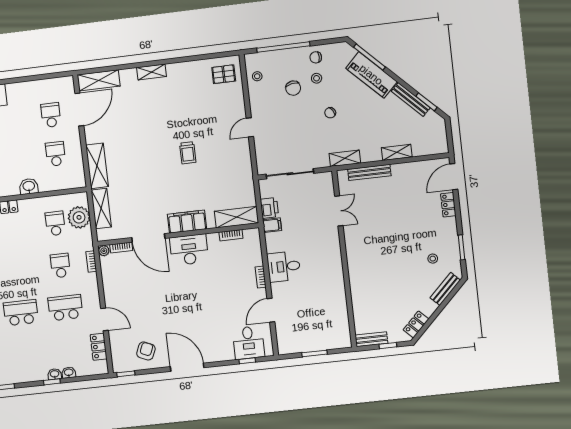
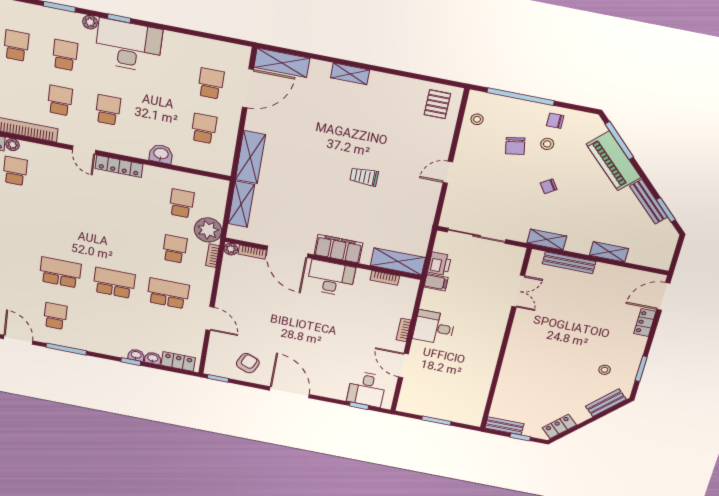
pallet: (224, 74) -> (437, 104), turned 90
trolley: (188, 153) -> (364, 177), turned 90
plant: (79, 217) -> (208, 230), moved
door: (271, 310) -> (403, 366), hinge flipped
locker: (99, 347) -> (178, 362), moved, turned 90

